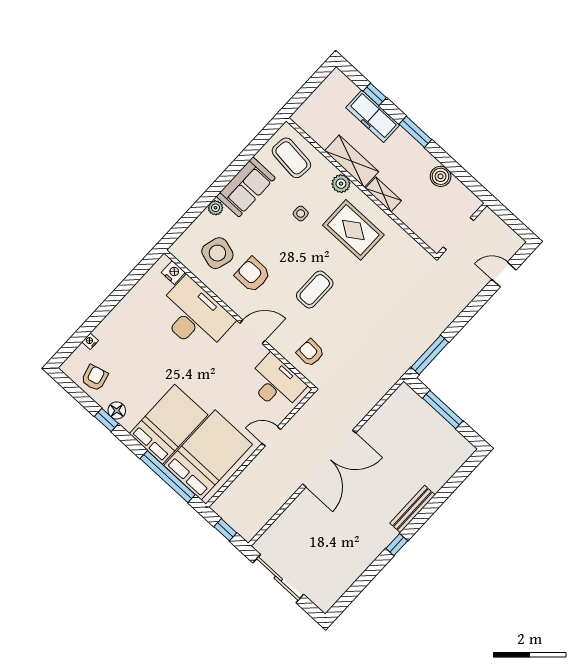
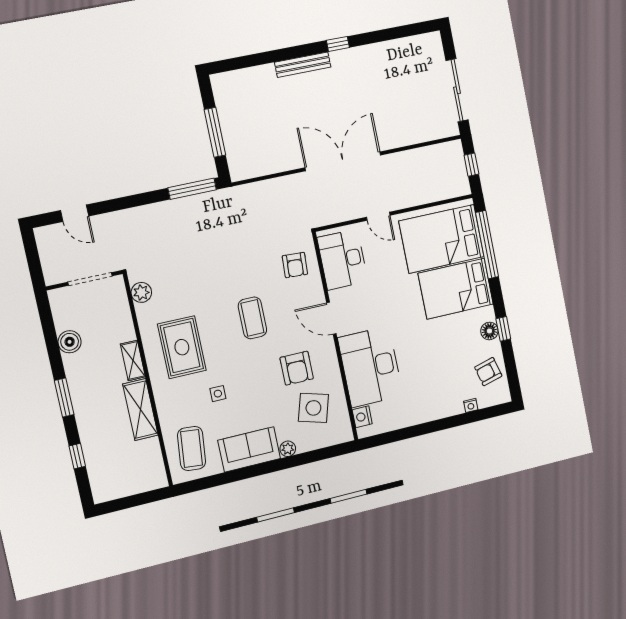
freezer: (373, 116) -> (93, 437), removed
plant: (341, 184) -> (141, 292), moved
coffee table: (315, 290) -> (252, 318), turned 90

